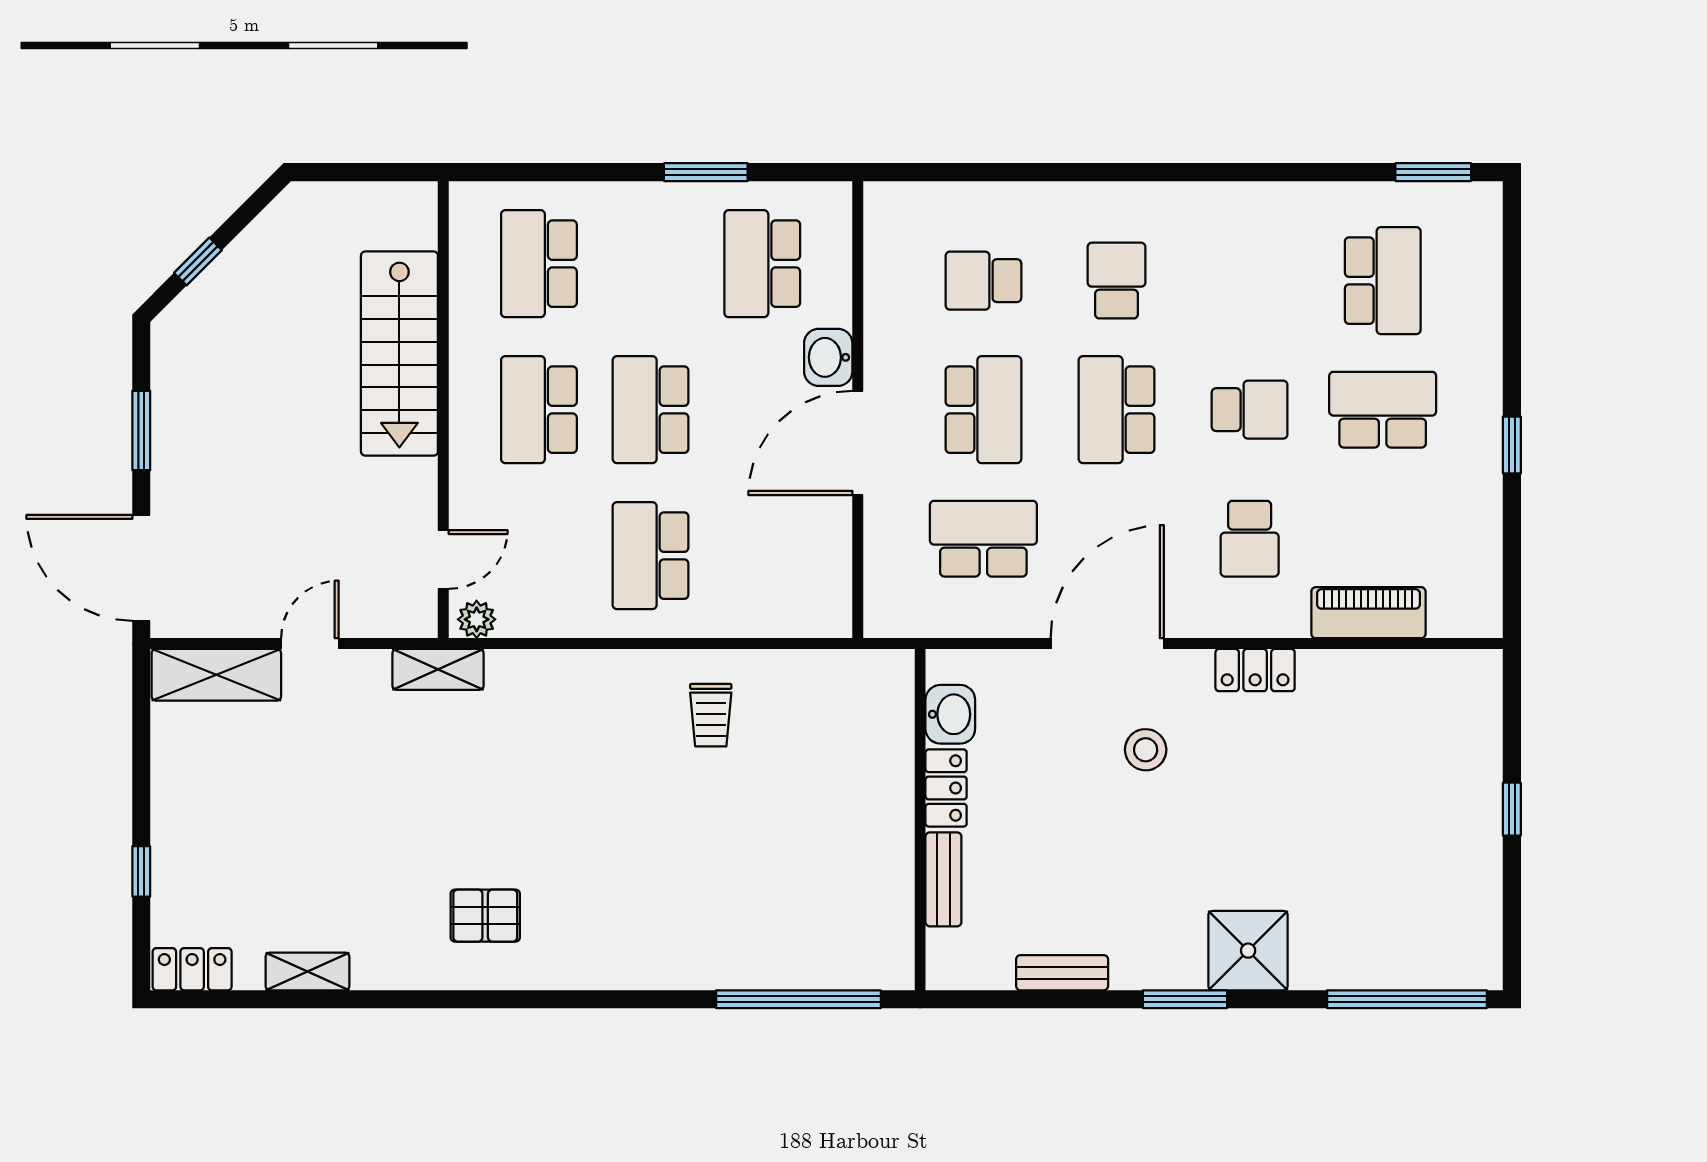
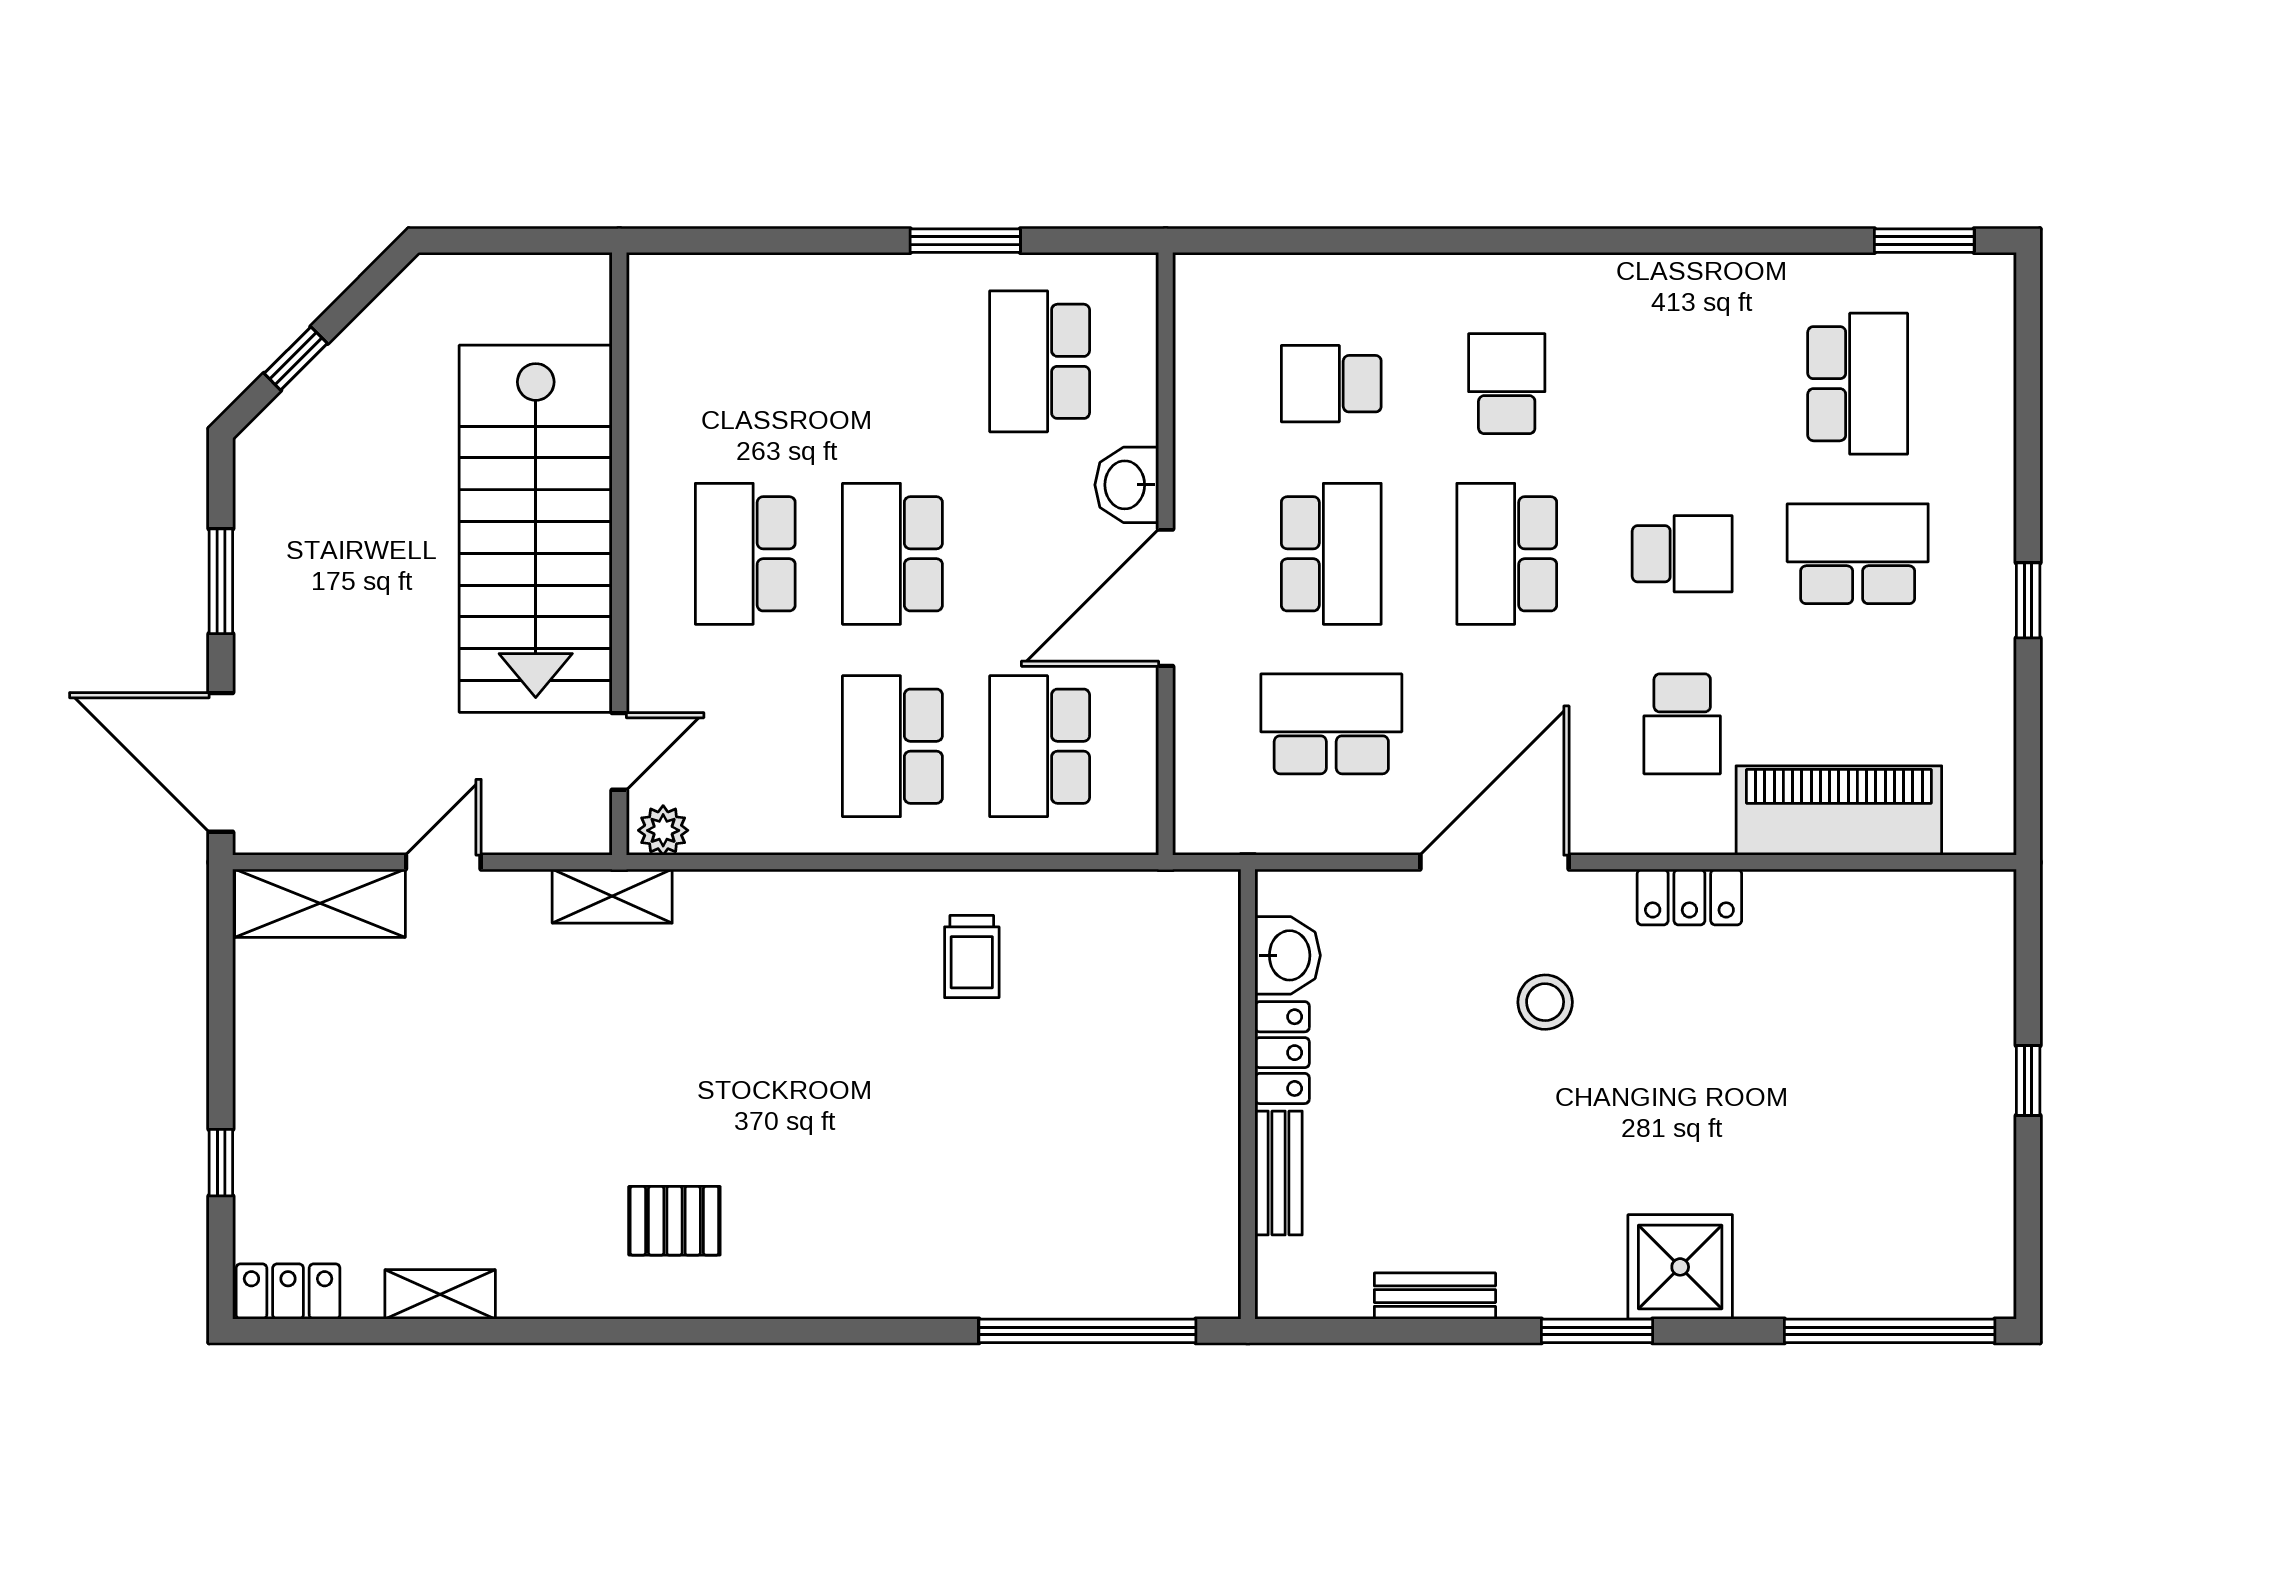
school desk: (539, 264) -> (1040, 746), moved
stairs: (399, 354) -> (536, 529), width x1.36, depth x1.51
piano: (1368, 613) -> (1839, 810), width x1.37, depth x1.33

